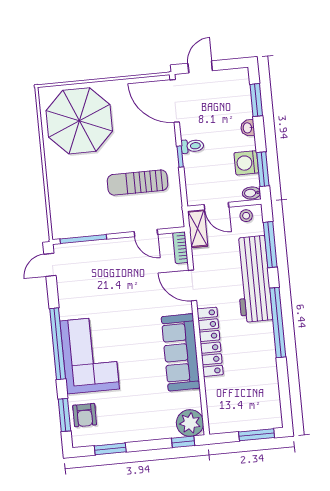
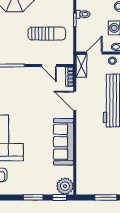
sun lounger: (138, 183) -> (47, 34), turned 180
door: (216, 206) -> (94, 53), swing flipped
locker: (210, 342) -> (82, 137), removed
window: (110, 449) -> (33, 197), moved

